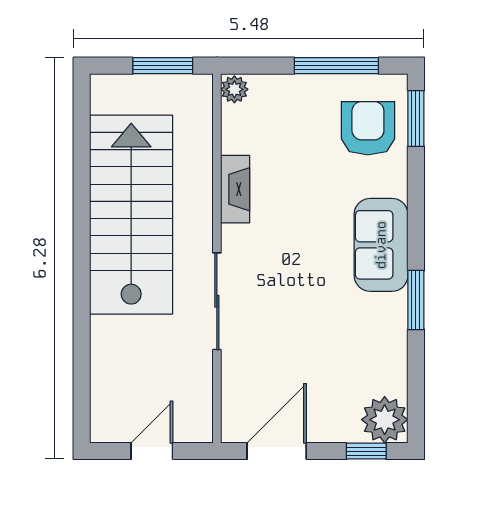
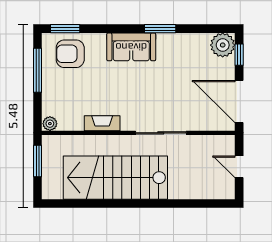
door: (277, 451) -> (239, 101), width x1.36

